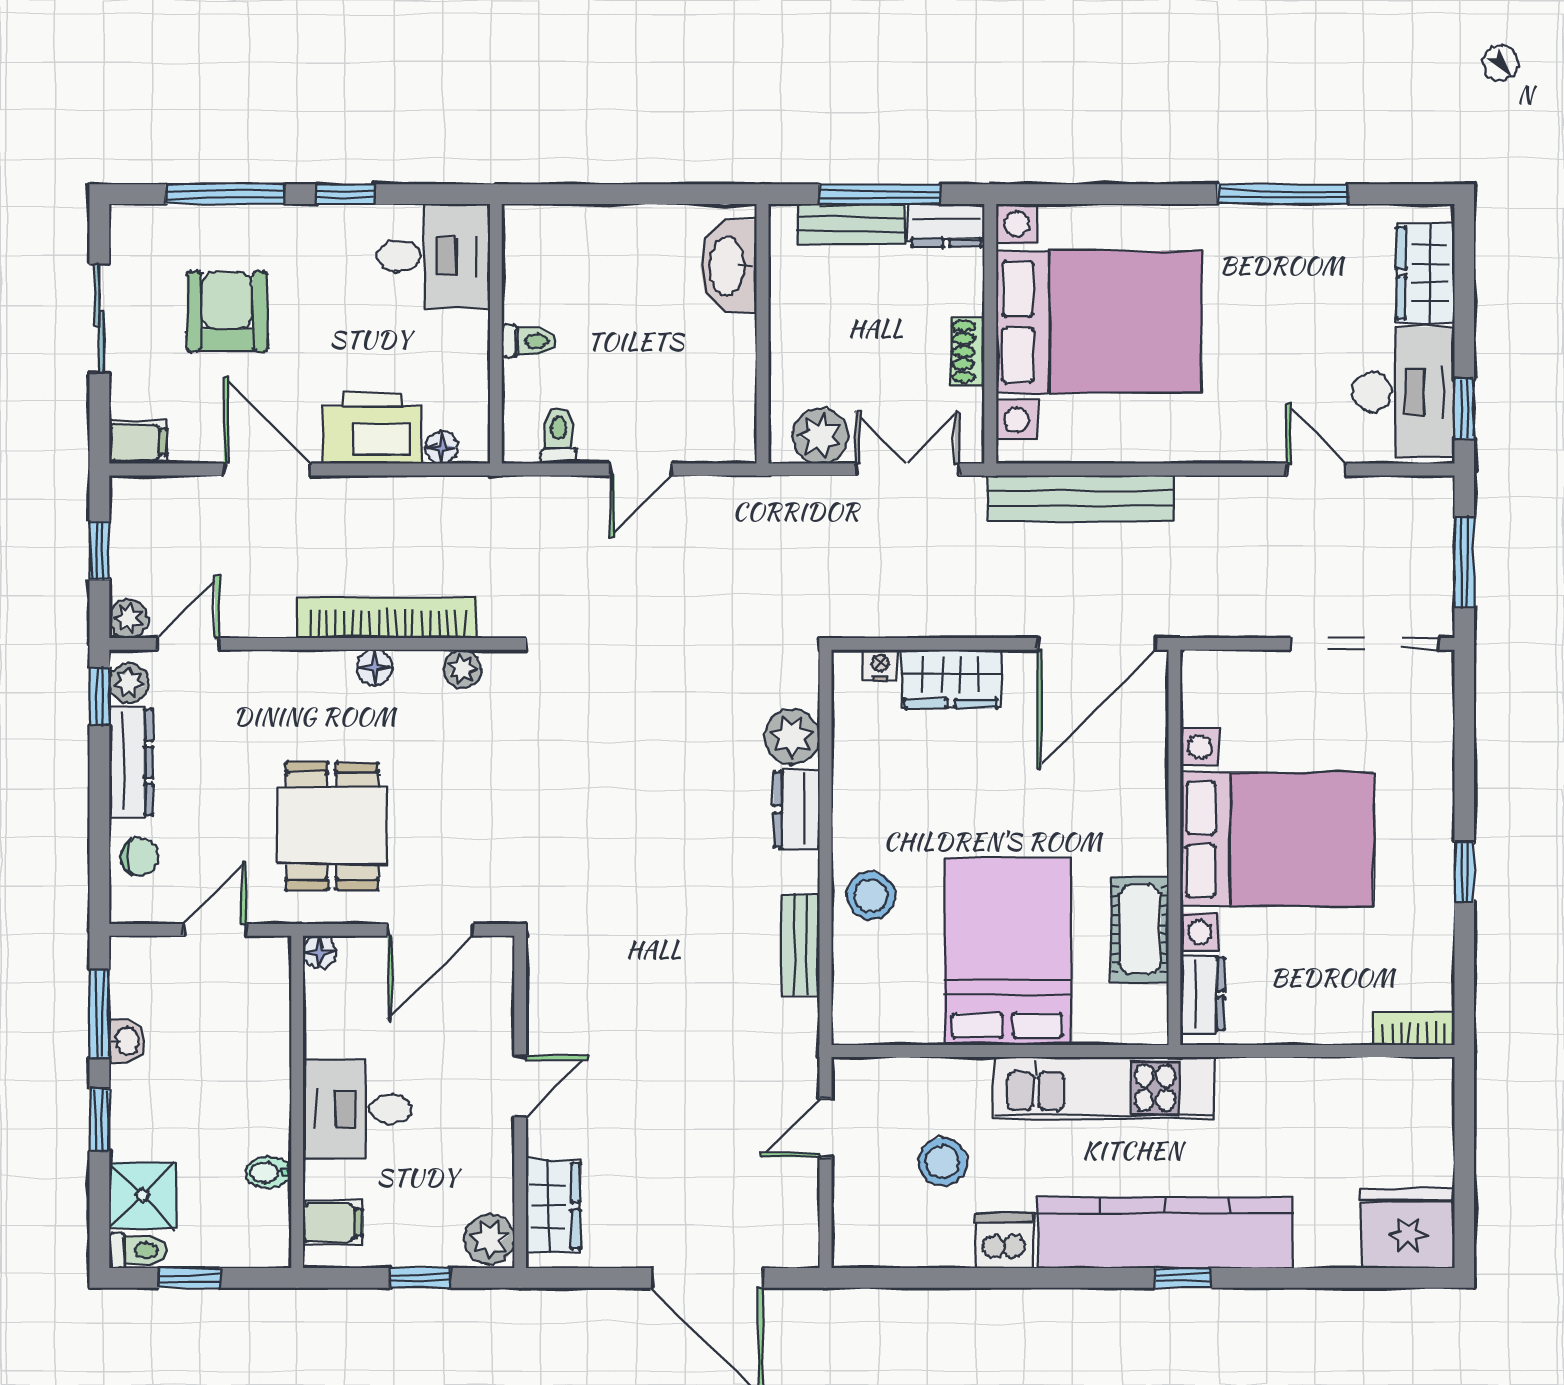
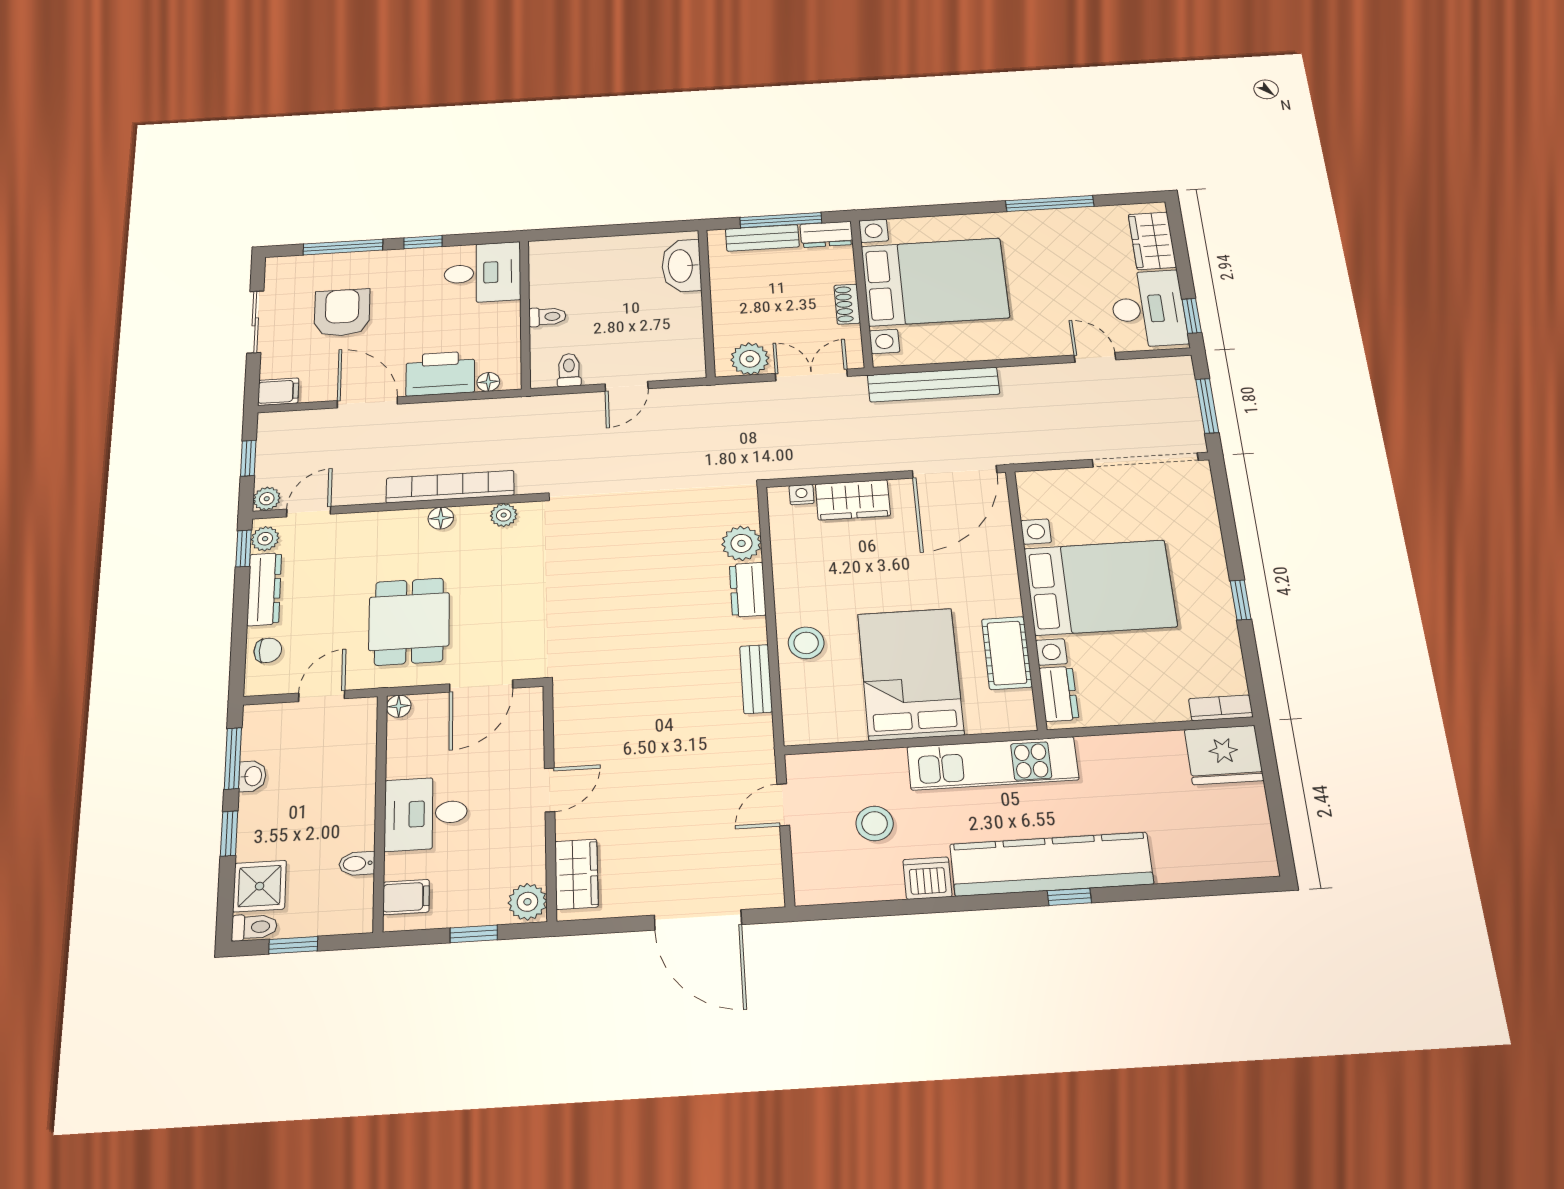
fridge: (1408, 1229) -> (1224, 755), moved, turned 180

